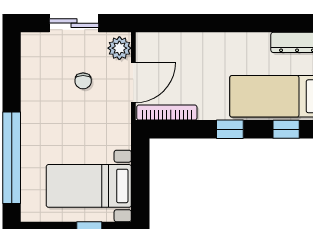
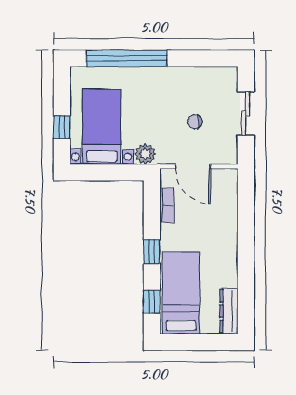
plant: (119, 48) -> (145, 154), moved
bookcase: (167, 113) -> (167, 205), width x0.64

